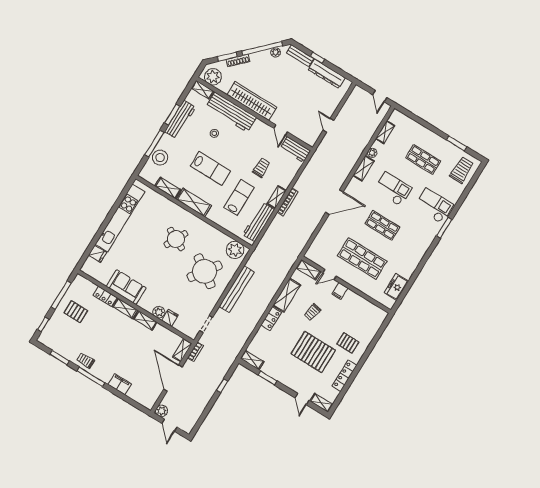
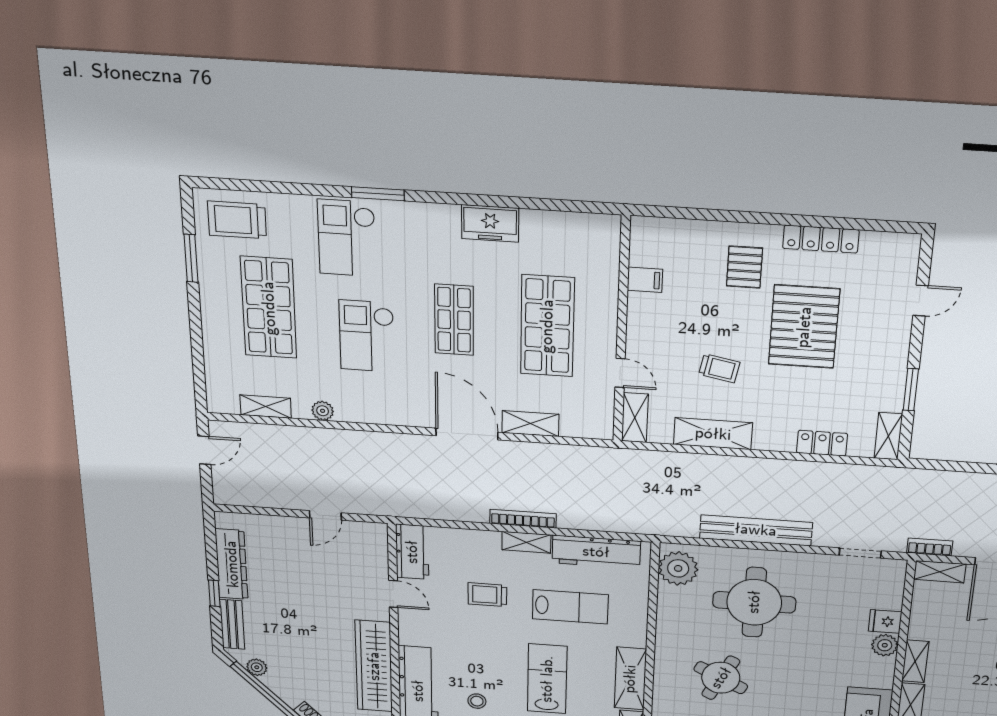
door: (281, 130) -> (393, 594), hinge flipped
shop shelf: (423, 159) -> (269, 308), width x1.43, depth x1.36
shelving: (364, 168) -> (530, 423), moved
lab bench: (239, 197) -> (570, 607), turned 180
round table: (205, 271) -> (754, 602), turned -35
freezer: (396, 287) -> (490, 223), moved
filing cabinet: (340, 291) -> (645, 280), moved
locker: (271, 319) -> (822, 443), moved
window: (222, 386) -> (975, 468), removed
shelving: (321, 403) -> (908, 258), removed

